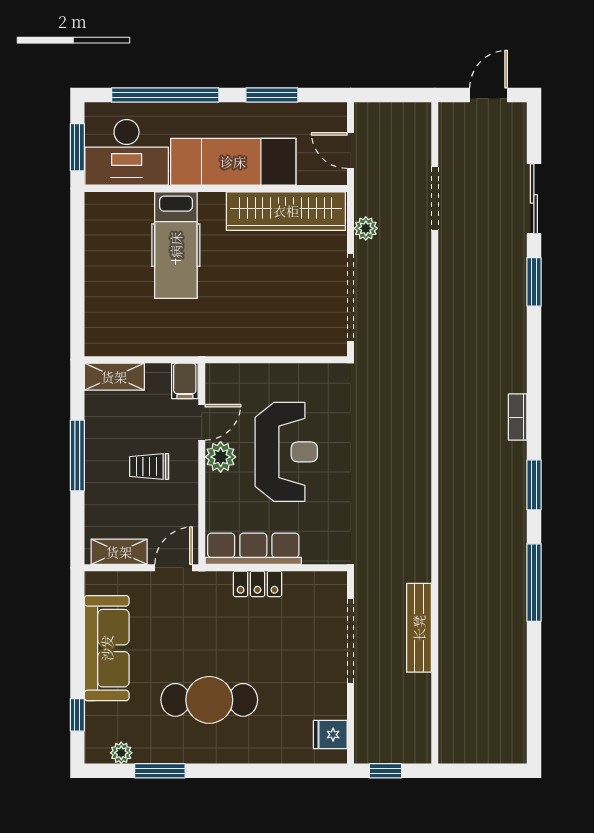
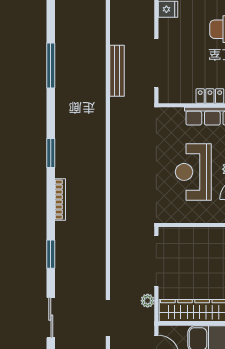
window: (534, 282) -> (51, 254), moved
bookcase: (518, 417) -> (60, 199), width x1.56
window: (534, 583) -> (51, 65), moved

